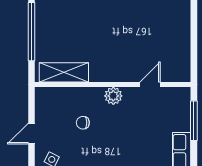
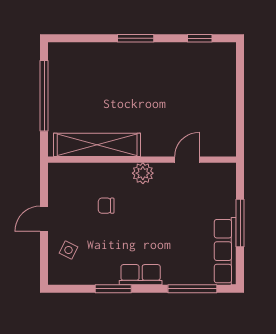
shelving: (64, 72) -> (97, 145), width x1.47
window: (194, 121) -> (240, 223), moved

